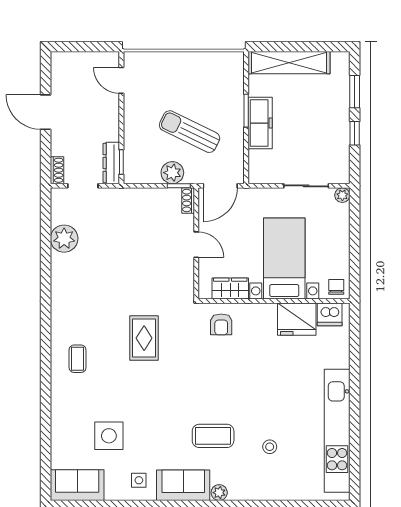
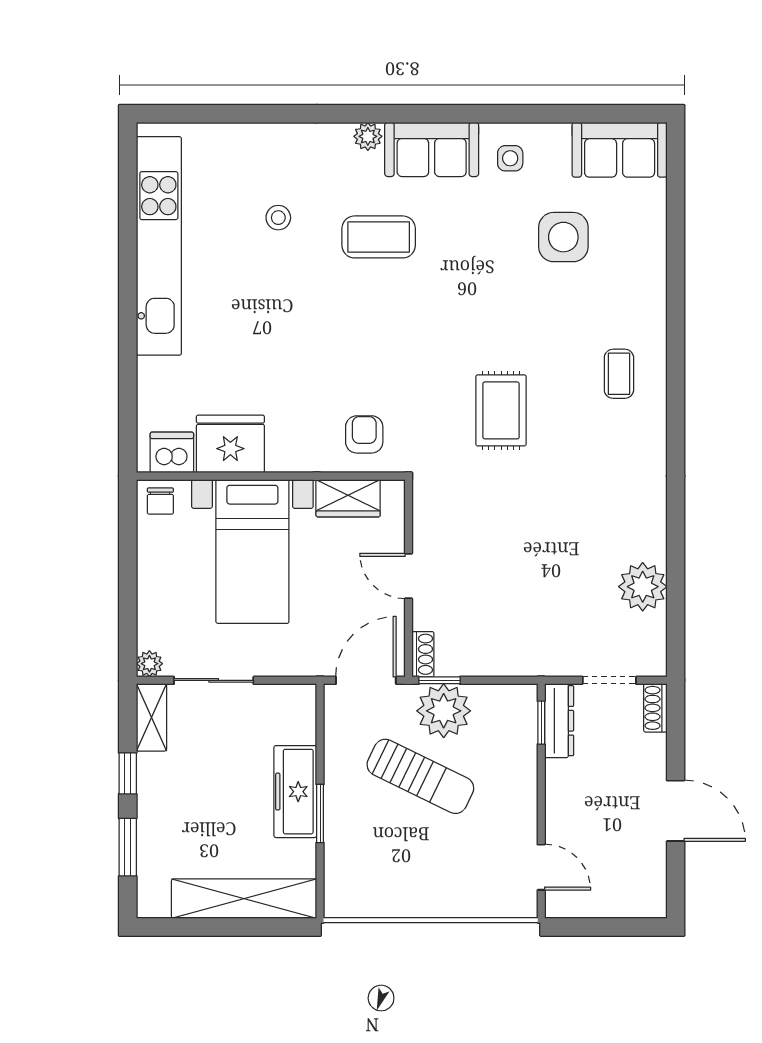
shelving: (341, 165) -> (151, 717), added
plant: (172, 173) -> (444, 711), width x1.36, depth x1.36

